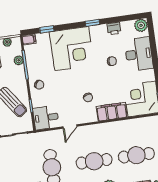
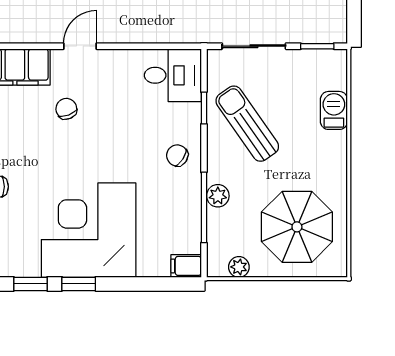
window: (47, 29) -> (79, 284), moved
plant: (19, 60) -> (218, 196), moved
door: (70, 127) -> (80, 46), moved

